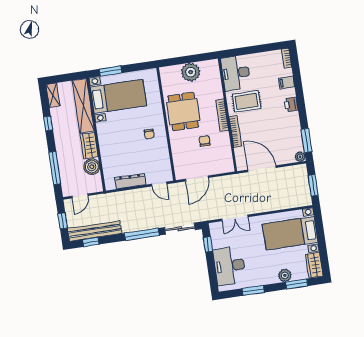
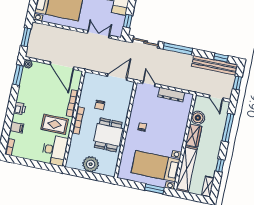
door: (80, 196) -> (216, 98), swing flipped

